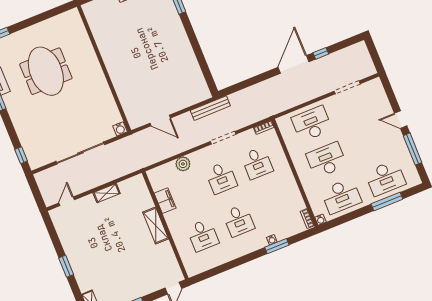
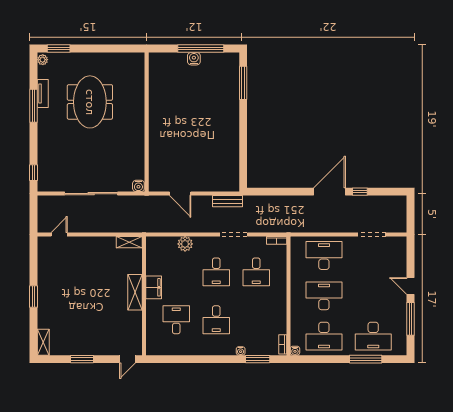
bench: (210, 108) -> (228, 201), width x0.73
shelving: (107, 193) -> (129, 242), moved
filing cabinet: (165, 201) -> (154, 287), moved
desk: (203, 235) -> (176, 320), turned 180
window: (277, 246) -> (258, 359), moved

